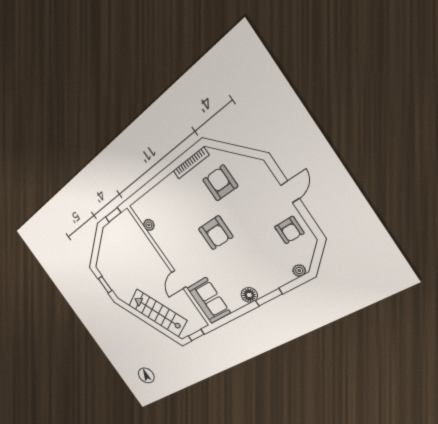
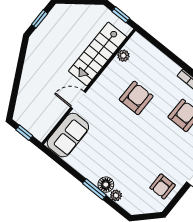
armchair: (216, 233) -> (136, 98), moved, turned 180
plant: (299, 271) -> (116, 195), moved
floor lamp: (249, 295) -> (106, 185), moved
stairs: (158, 313) -> (98, 54), moved, turned -153

